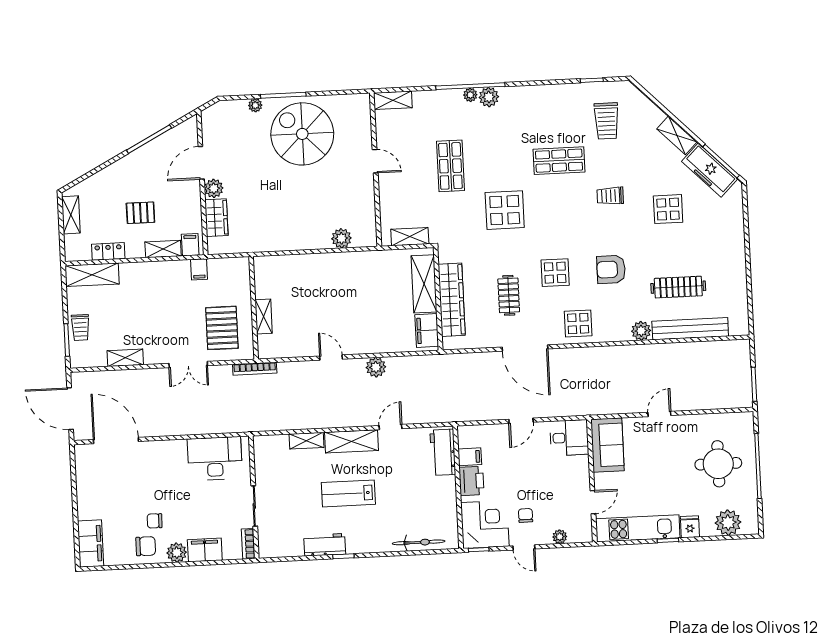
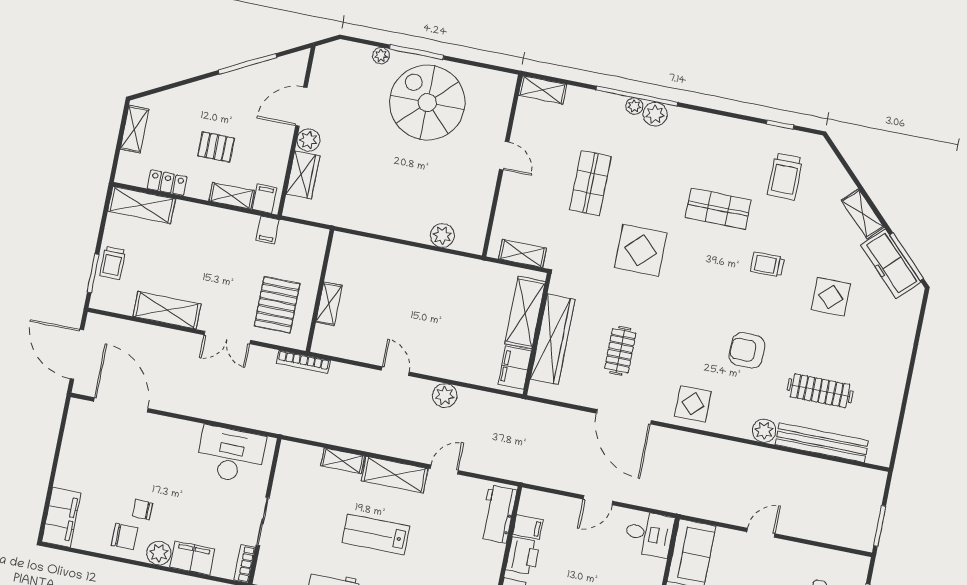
display table: (555, 273) -> (681, 338), removed
shelving: (125, 358) -> (167, 310), width x1.50, depth x1.33

